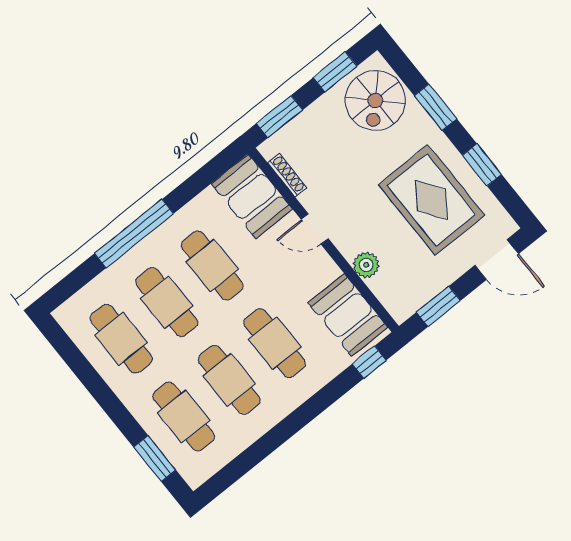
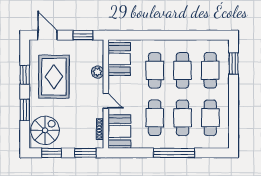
window: (369, 362) -> (125, 35), removed

